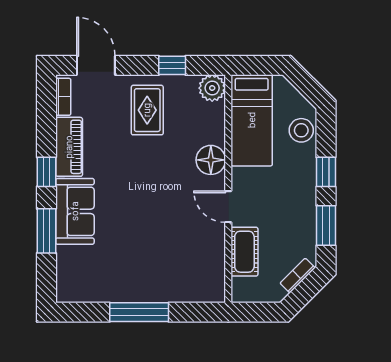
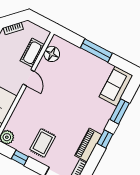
floor lamp: (211, 160) -> (52, 54), moved
sofa: (75, 211) -> (116, 86), moved

